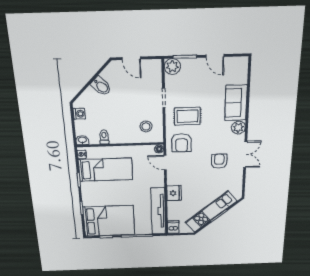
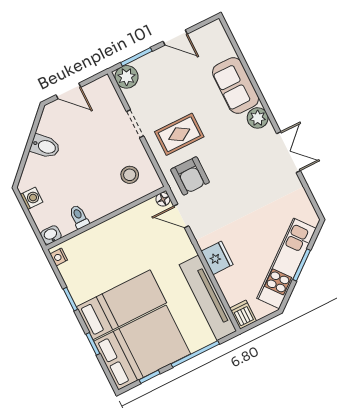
armchair: (219, 161) -> (257, 179), removed
bed: (106, 170) -> (121, 305), moved

